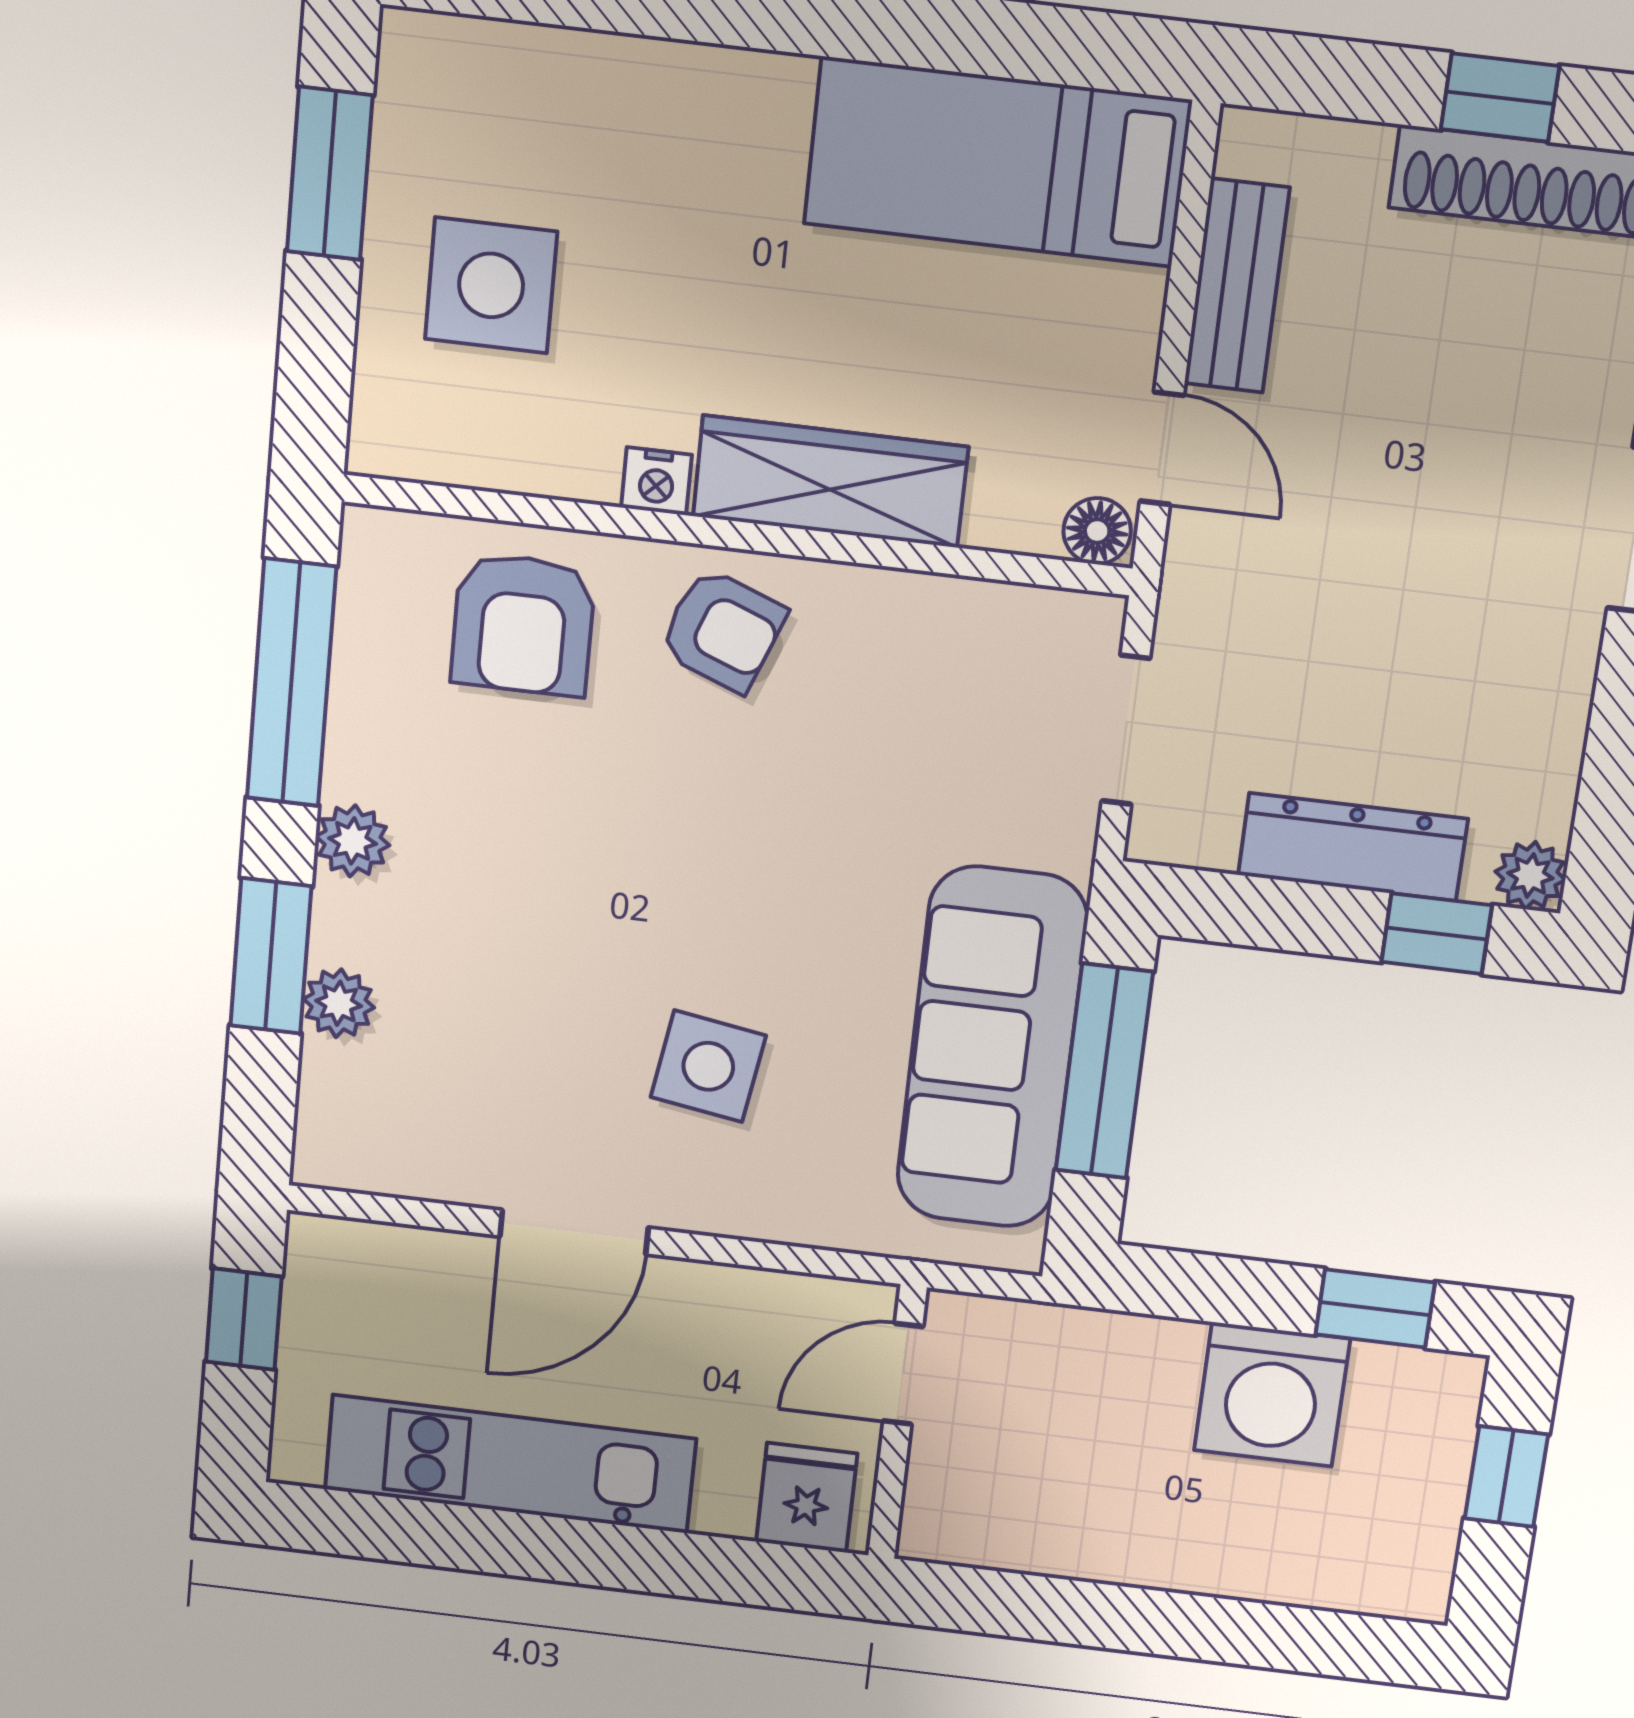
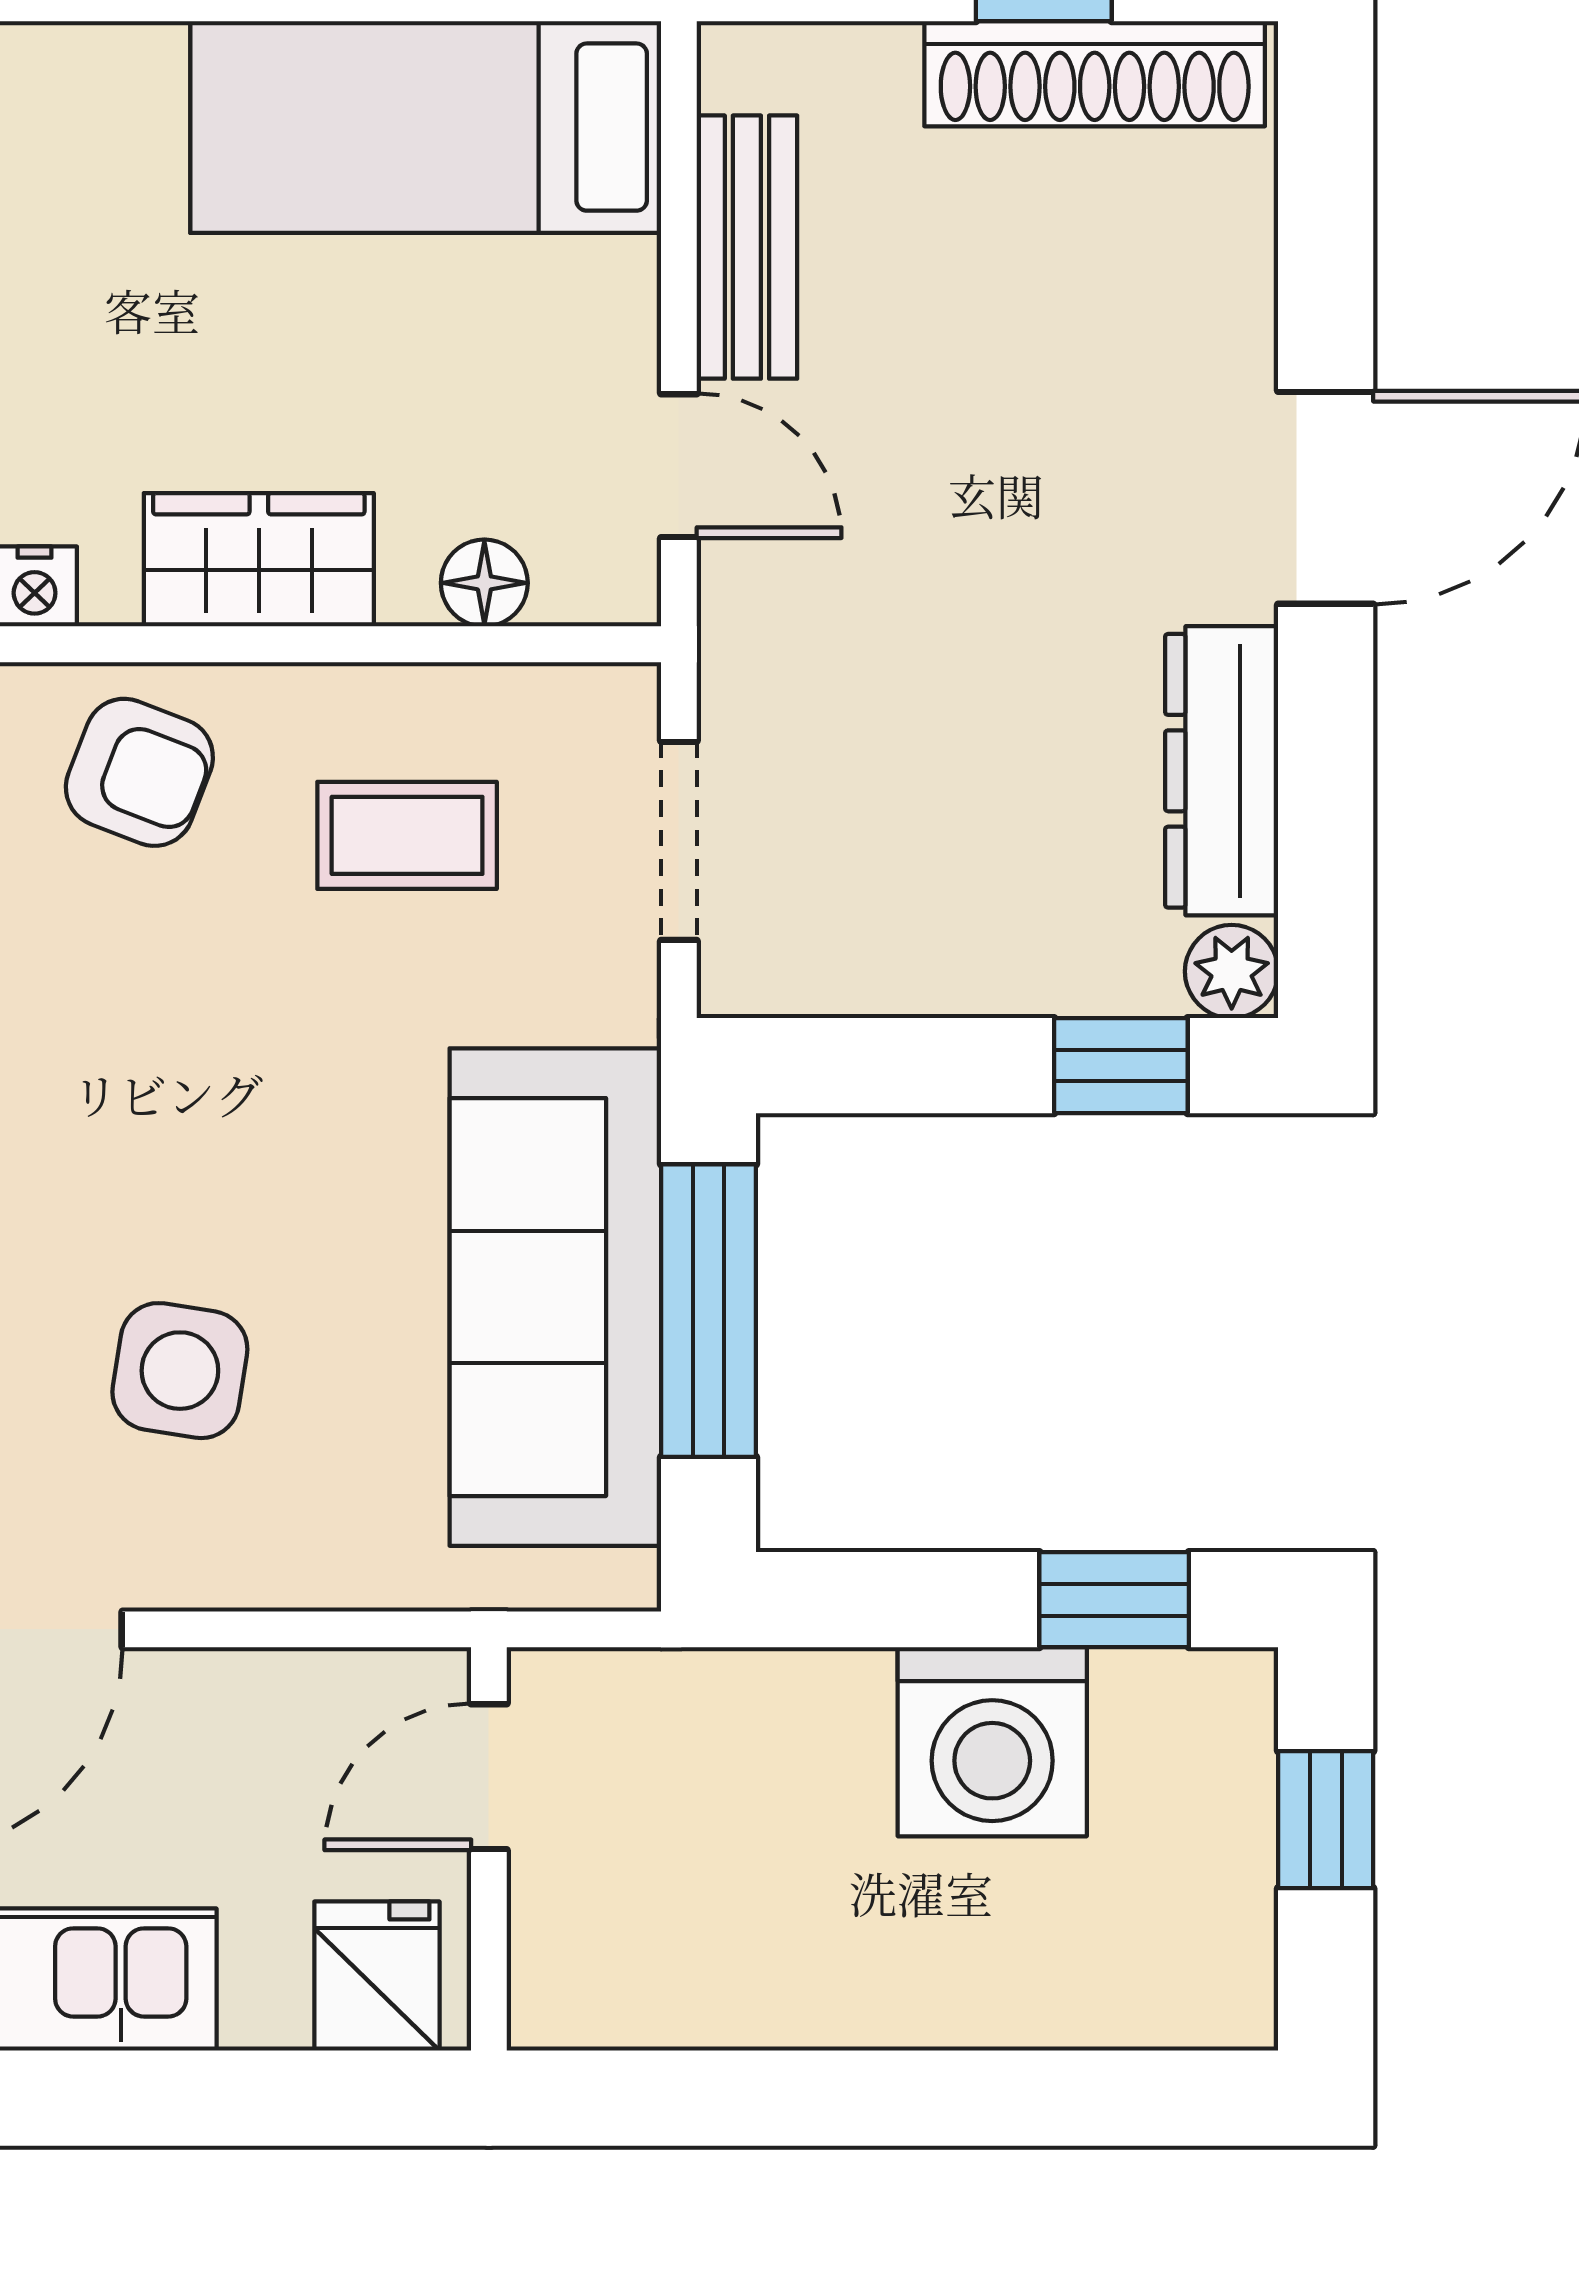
wardrobe: (830, 481) -> (259, 560), width x0.67
floor lamp: (1097, 531) -> (484, 583), moved
coffee table: (920, 701) -> (407, 835), added
dresser: (1353, 847) -> (1222, 771), moved, turned -90

